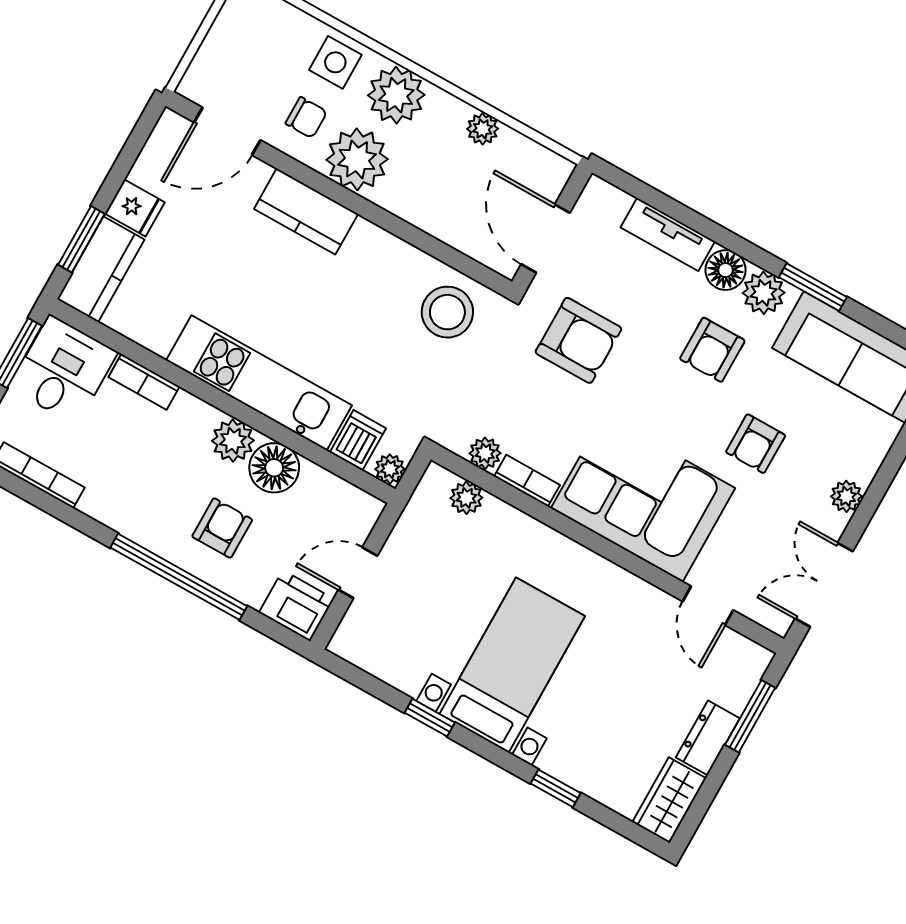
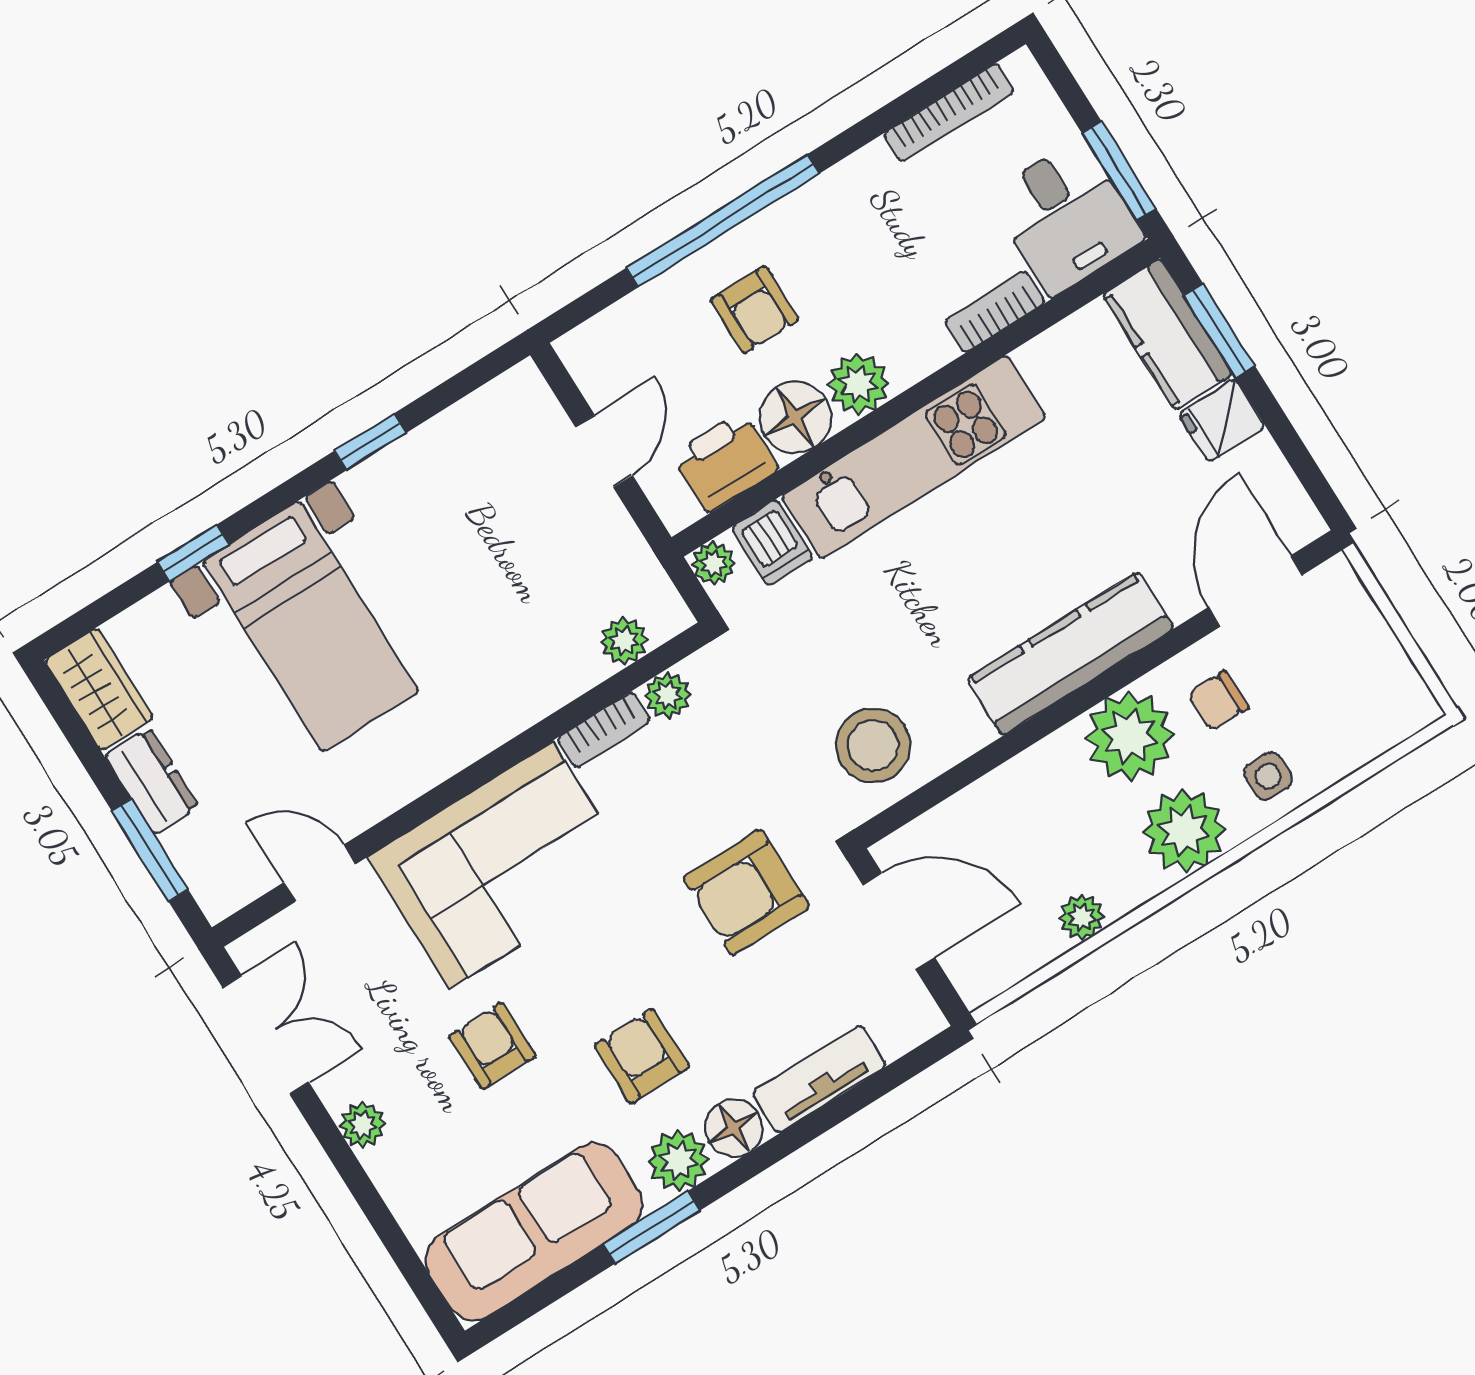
side table: (335, 62) -> (1268, 776), width x0.73, depth x0.73
kitchen counter: (306, 211) -> (1070, 654), width x1.50
printer: (296, 606) -> (725, 462), moved, turned 180
bed with nightstands: (512, 665) -> (311, 627), moved

